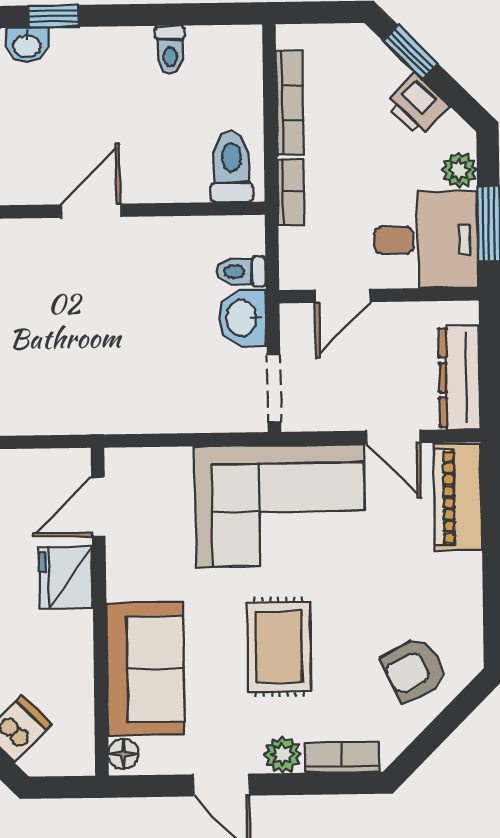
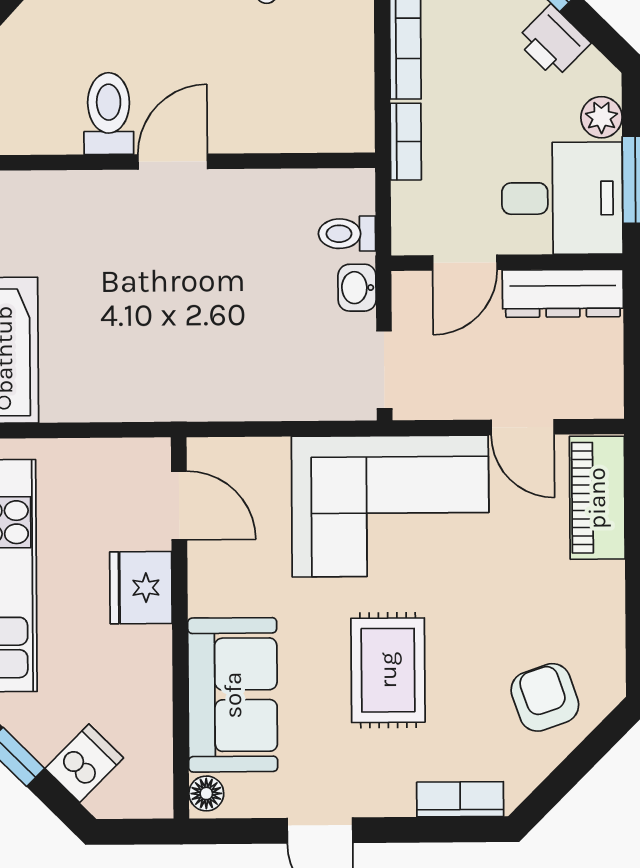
toilet: (231, 167) -> (109, 114), moved
washbasin: (243, 318) -> (357, 288), width x0.72, depth x0.69
dresser: (459, 377) -> (563, 293), moved, turned -90
door: (98, 506) -> (179, 506), swing flipped
armchair: (414, 669) -> (545, 697), turned 98
plant: (282, 755) -> (391, 796), removed

